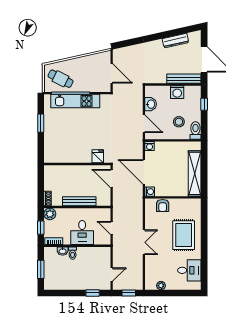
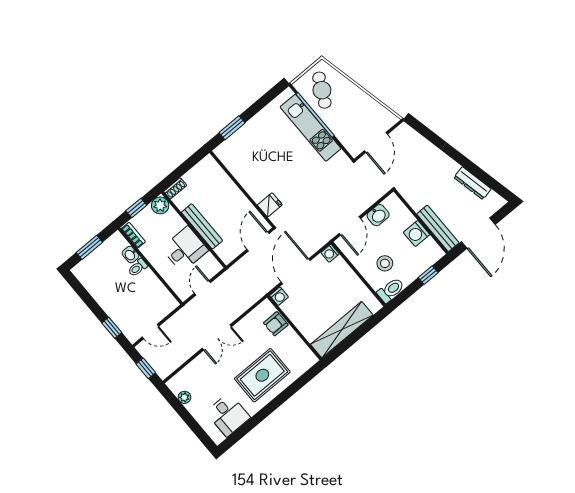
window: (41, 123) -> (232, 128), moved
desk: (82, 233) -> (185, 249), moved, turned 180

